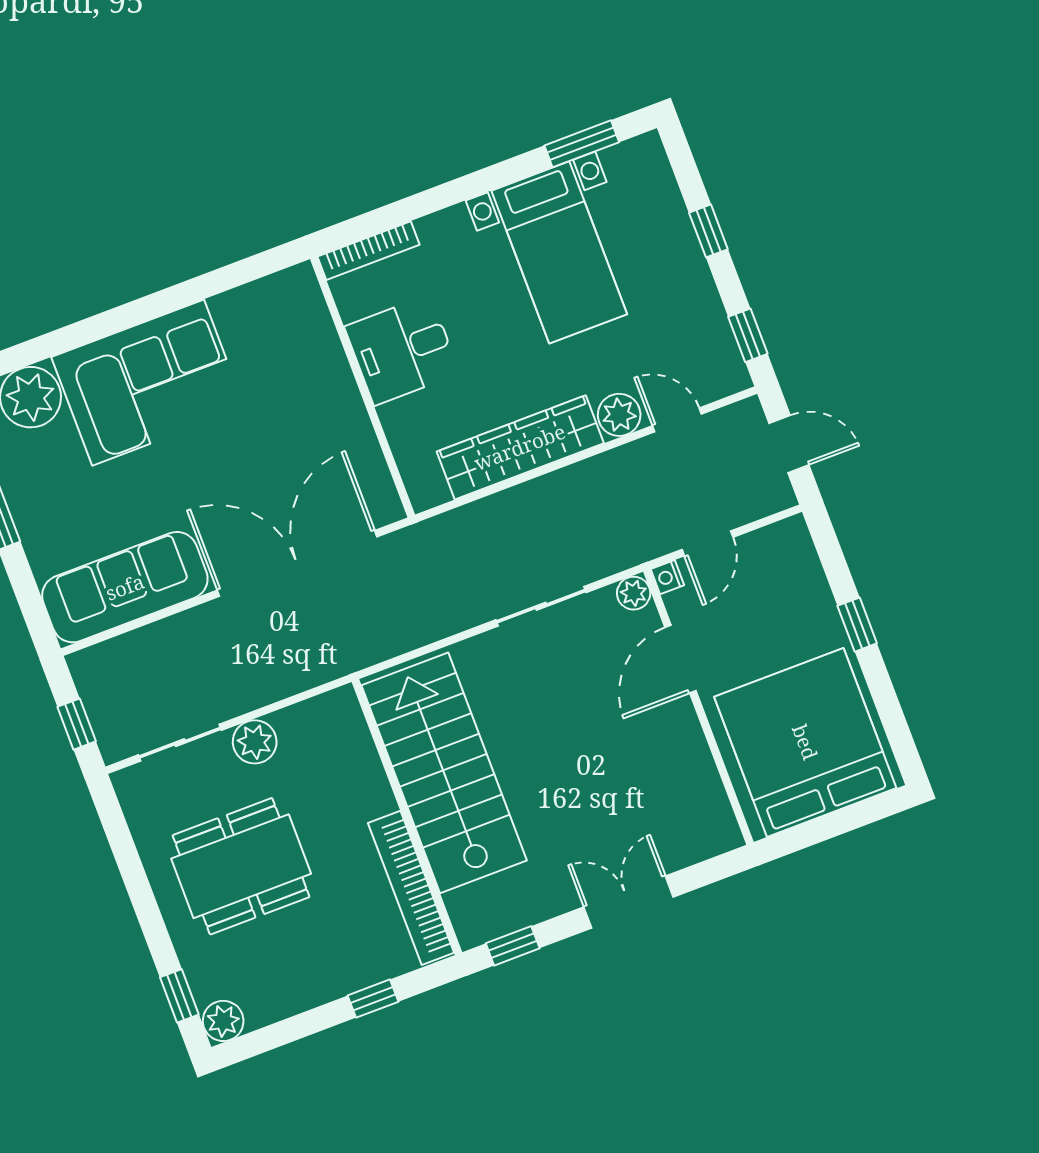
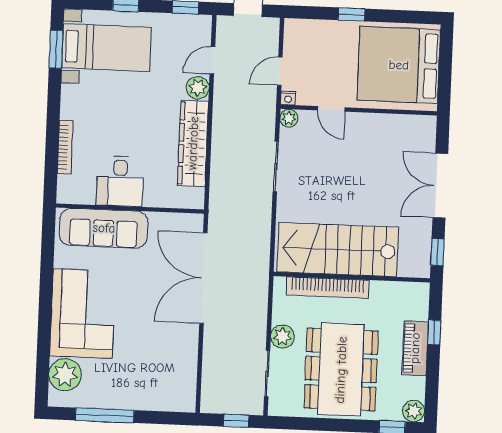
bookcase: (368, 251) -> (65, 147), moved
bed with nightstands: (559, 252) -> (106, 48), moved
door: (707, 543) -> (280, 71), swing flipped
sofa: (125, 587) -> (104, 228), moved, turned -90
door: (680, 659) -> (331, 109), width x0.73
dining table: (241, 866) -> (341, 370), width x1.36, depth x1.24
bookcase: (411, 888) -> (328, 288), moved
double door: (629, 902) -> (440, 186), width x1.37
piano: (331, 978) -> (415, 348), added

